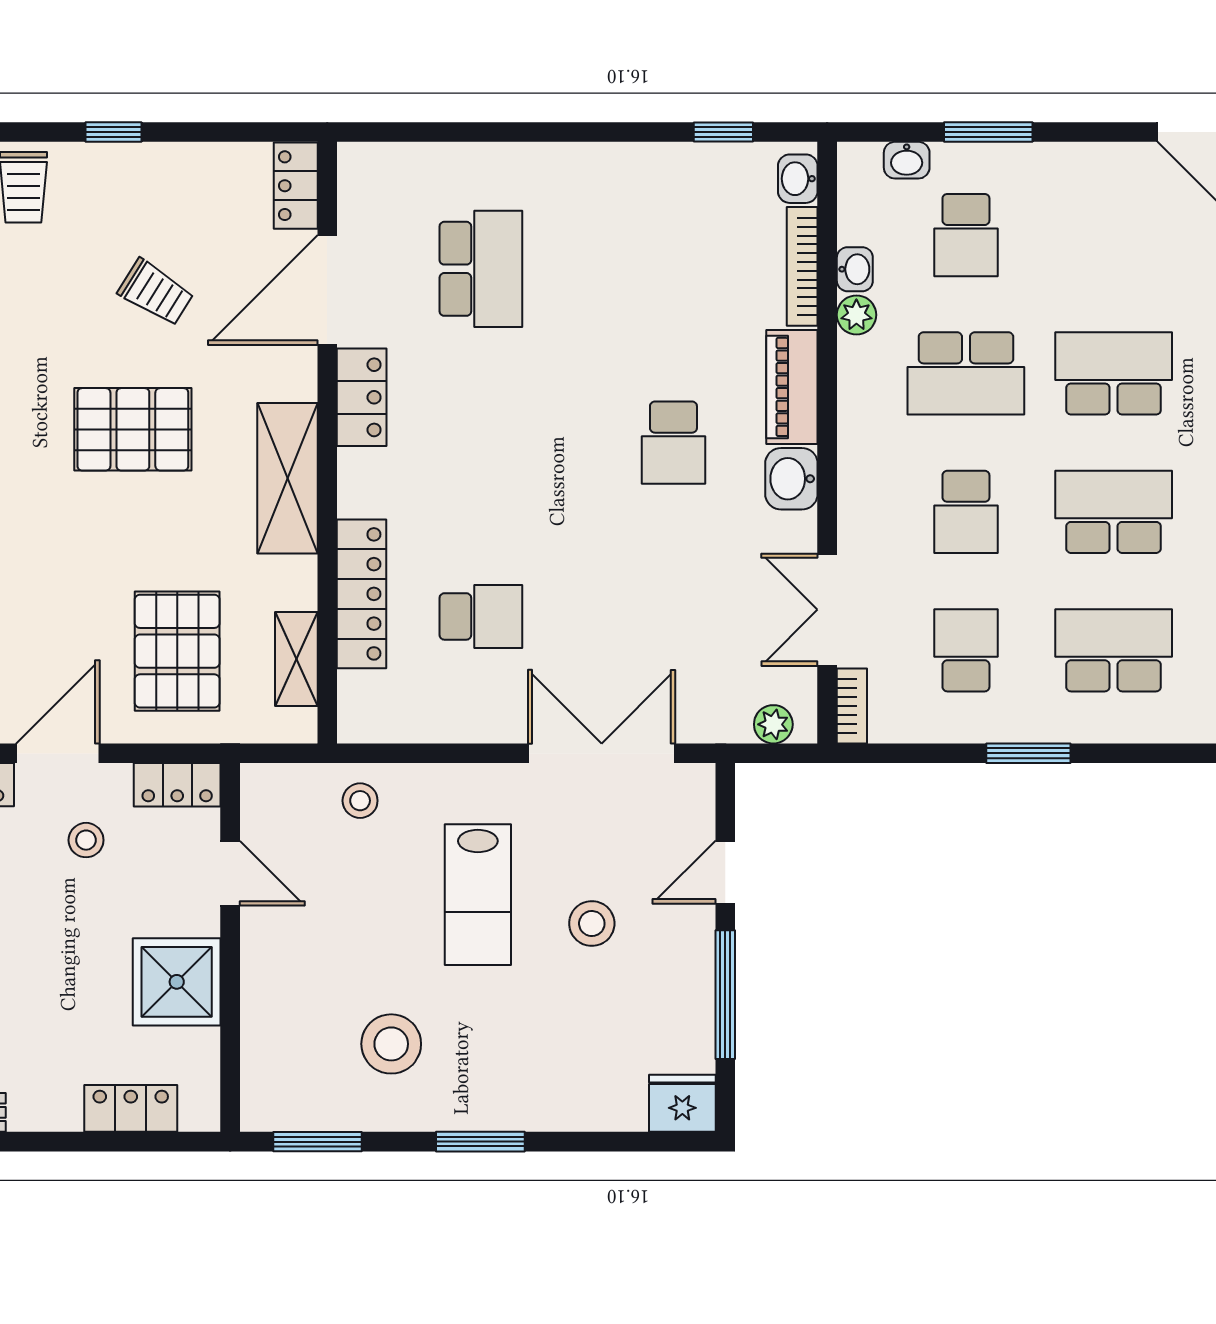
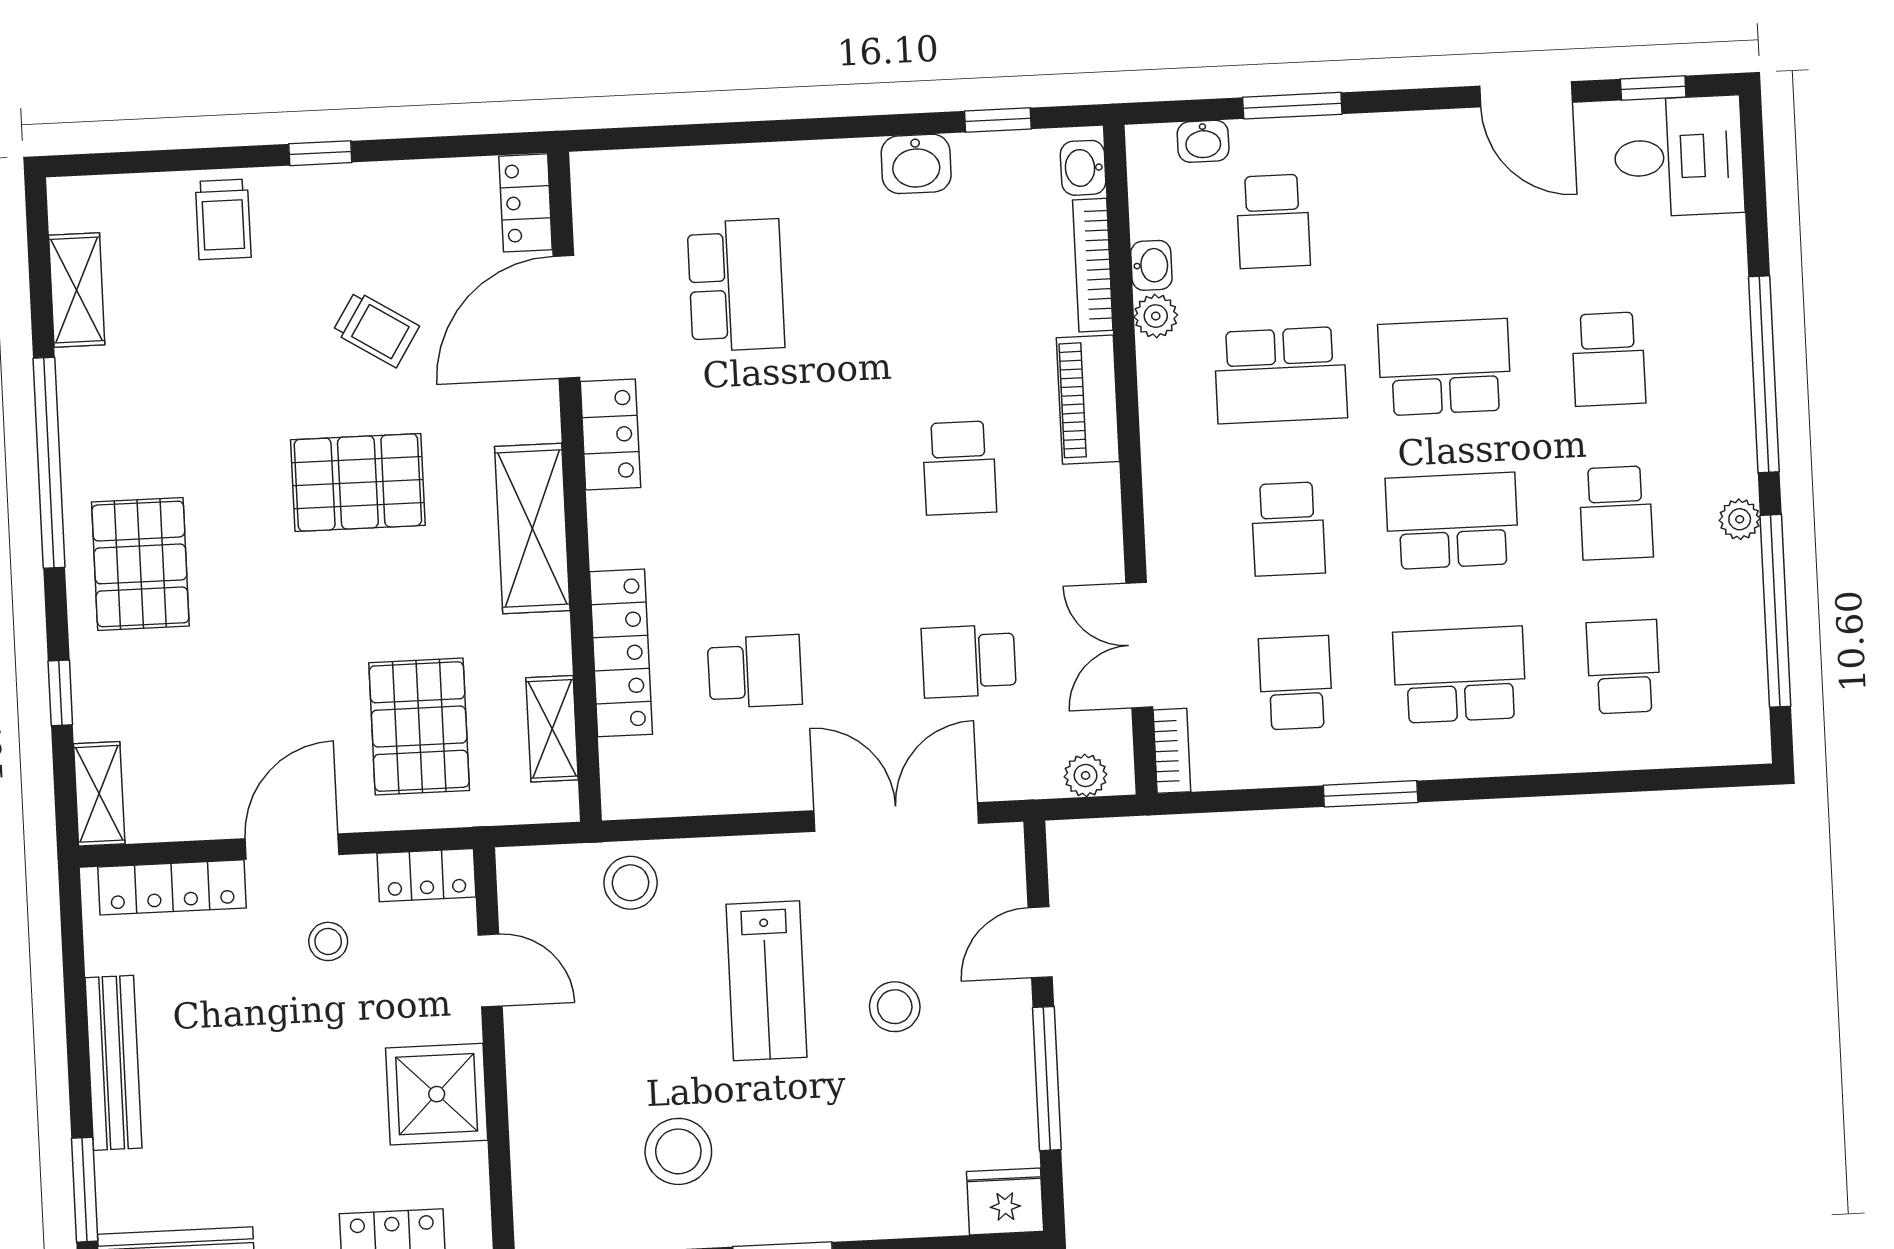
washbasin: (791, 479) -> (916, 164), moved, turned -90
school desk: (673, 616) -> (969, 661), added
stool: (360, 801) -> (631, 883), width x1.37, depth x1.37

